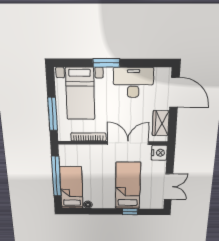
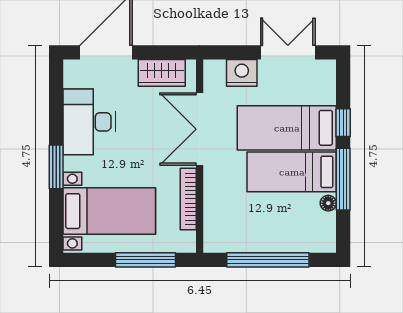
nightstand: (159, 153) -> (242, 73), moved
bed: (71, 188) -> (292, 172), moved
window: (101, 211) -> (343, 179), added

